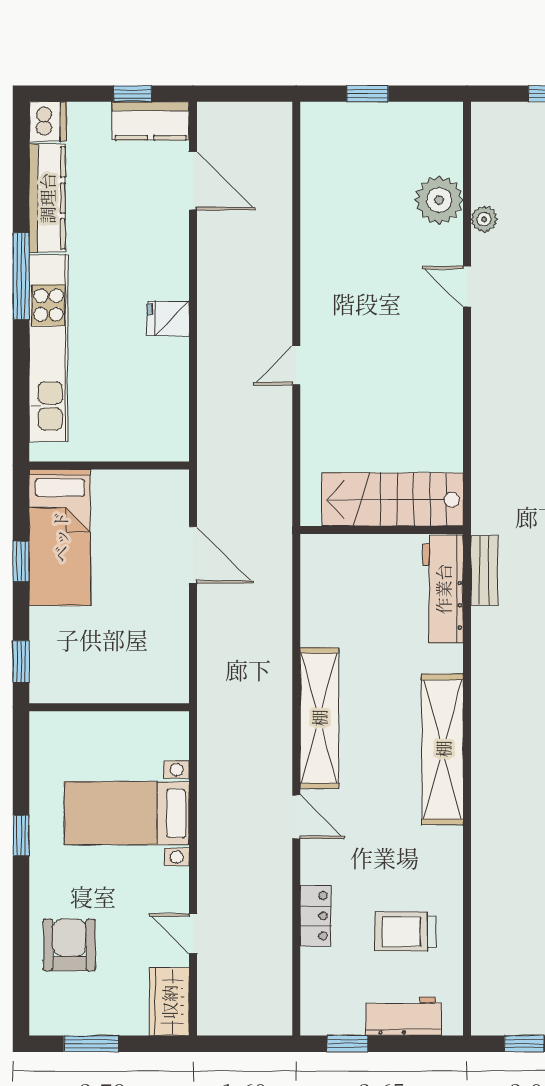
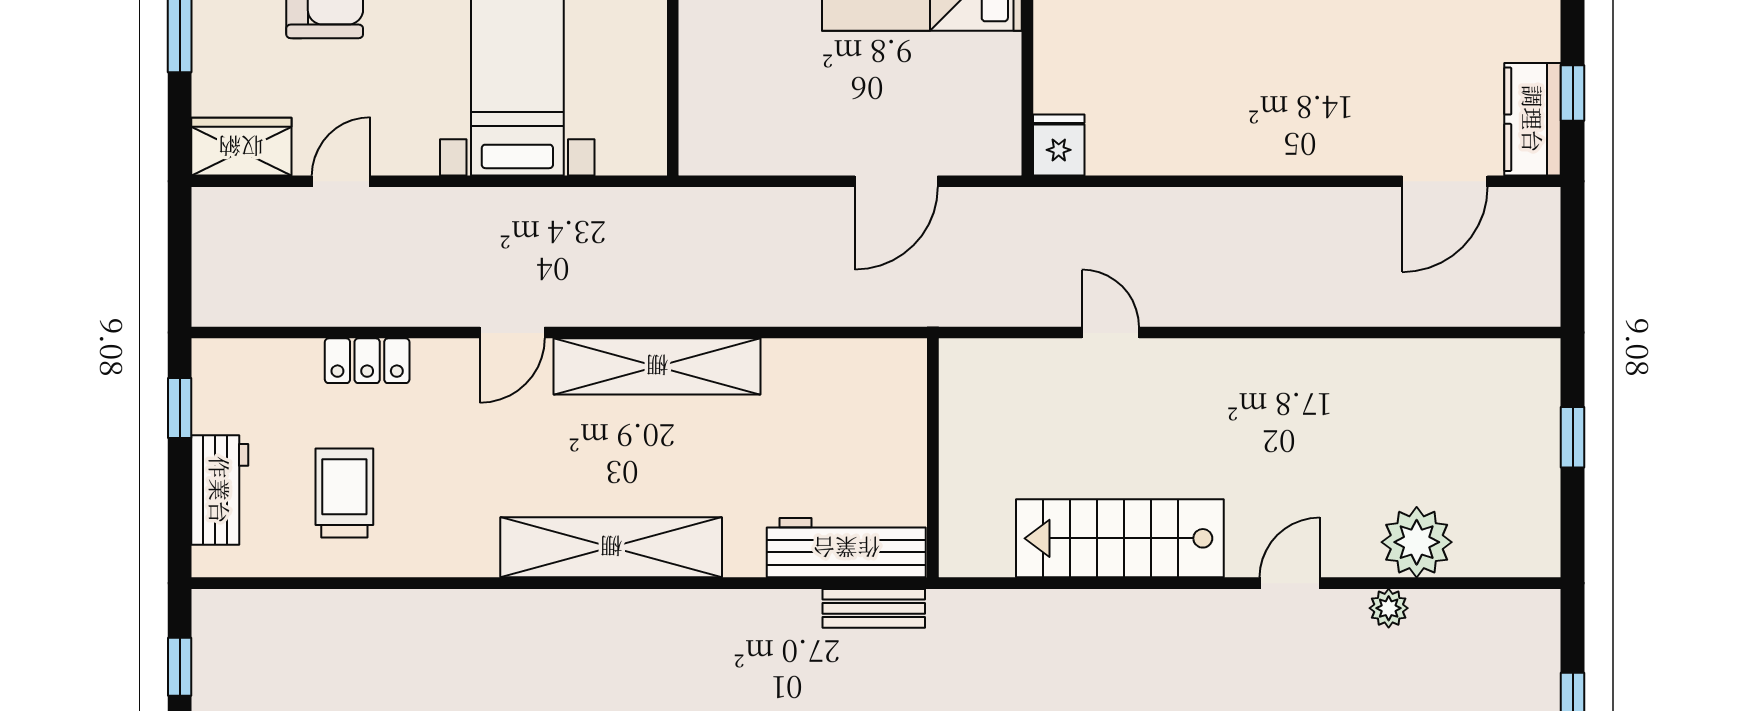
fridge: (168, 318) -> (1059, 145), moved
door: (296, 365) -> (1110, 333), moved
stairs: (392, 499) -> (1120, 538), moved, turned -90

